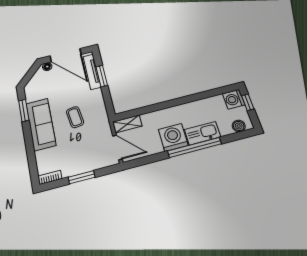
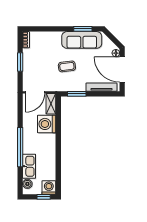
door: (66, 55) -> (122, 69), hinge flipped
window: (102, 76) -> (77, 94), moved
sofa: (41, 124) -> (82, 40), moved
kitchen sink: (202, 133) -> (29, 166), moved
washing machine: (173, 137) -> (47, 124), moved, turned 180

